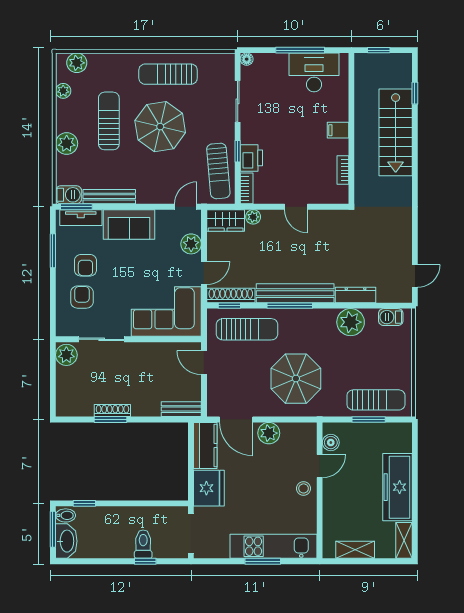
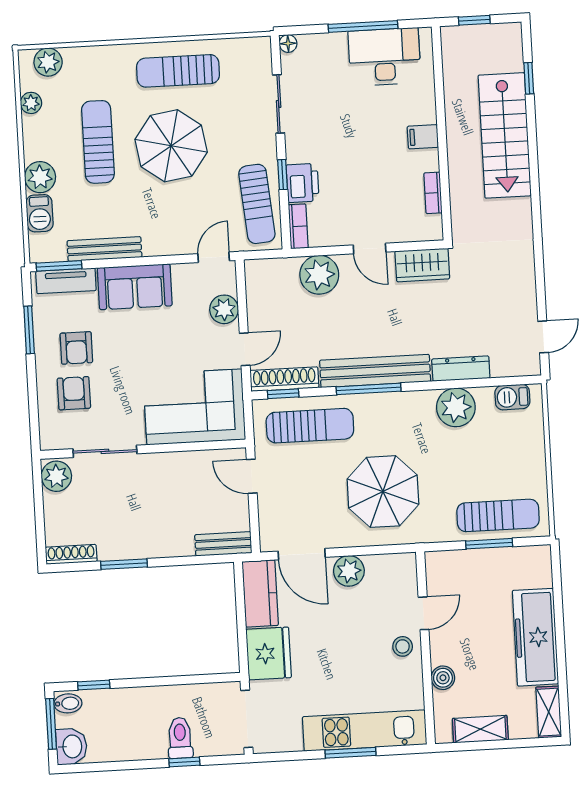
barbecue: (69, 195) -> (40, 213), moved, turned 90
plant: (253, 217) -> (319, 275), width x1.87, depth x1.87
wardrobe: (226, 220) -> (422, 265), moved
shoe rack: (112, 411) -> (71, 554), moved
boiler: (331, 443) -> (443, 678), moved
washbasin: (66, 541) -> (71, 746), width x0.72

